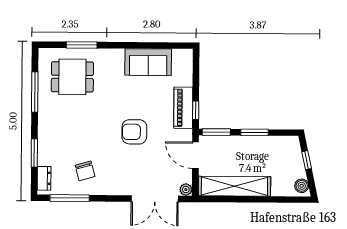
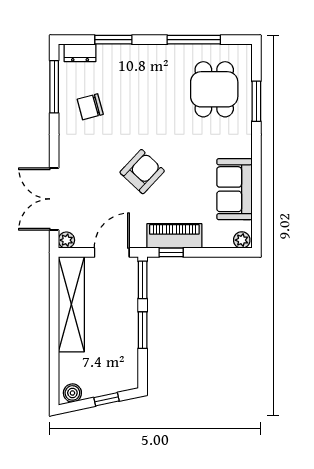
plant: (187, 57) -> (242, 240), added
armchair: (134, 132) -> (142, 172), turned 43

